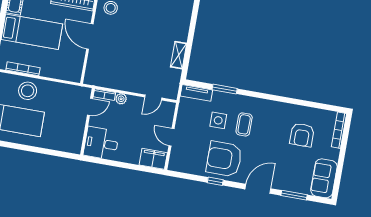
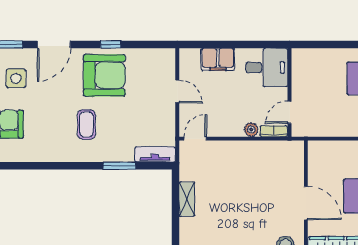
door: (153, 98) -> (195, 139), moved
side table: (218, 120) -> (16, 78), moved
filing cabinet: (153, 159) -> (218, 59), moved

